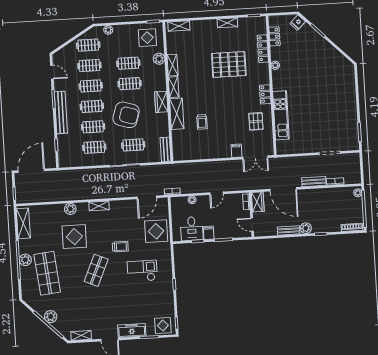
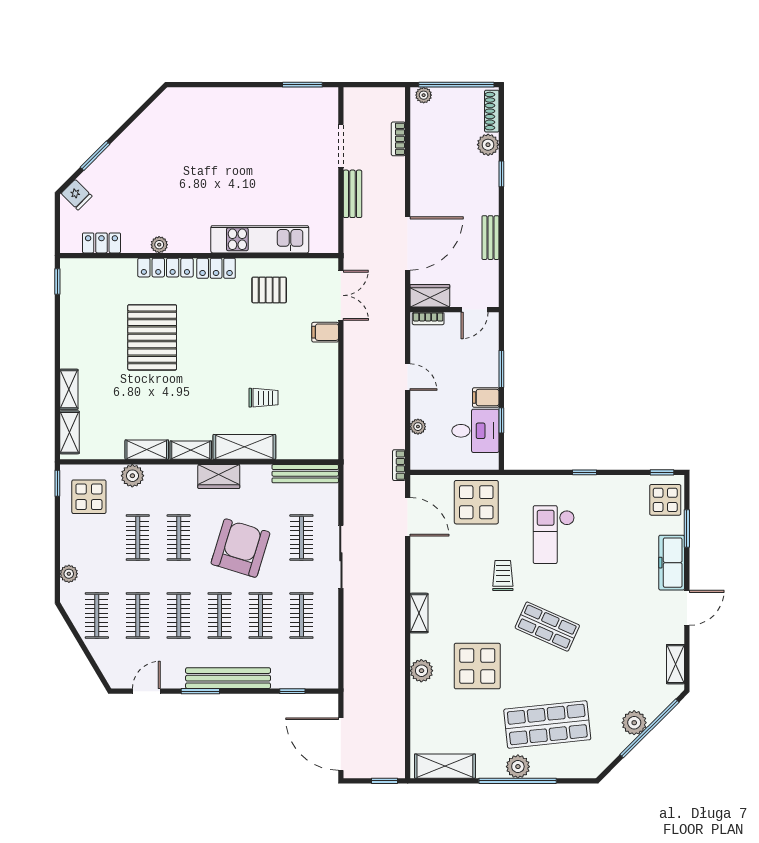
shelving: (227, 23) -> (69, 389), moved
locker: (263, 49) -> (165, 268), moved
bench: (165, 149) -> (305, 474), width x1.36
bench: (314, 182) -> (352, 194), moved
plant: (306, 228) -> (488, 145), moved

